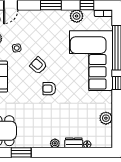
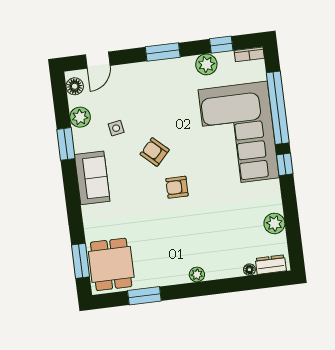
dresser: (74, 143) -> (271, 265), moved

